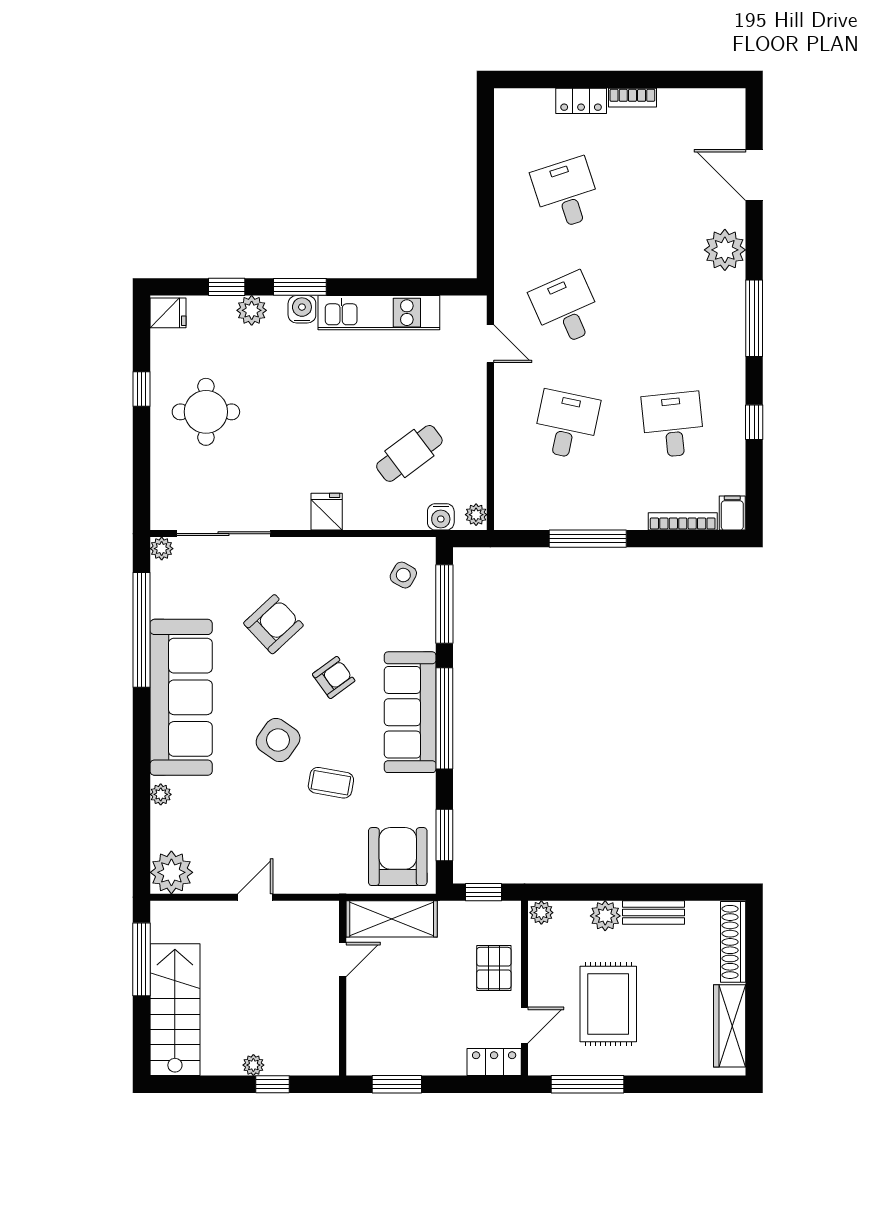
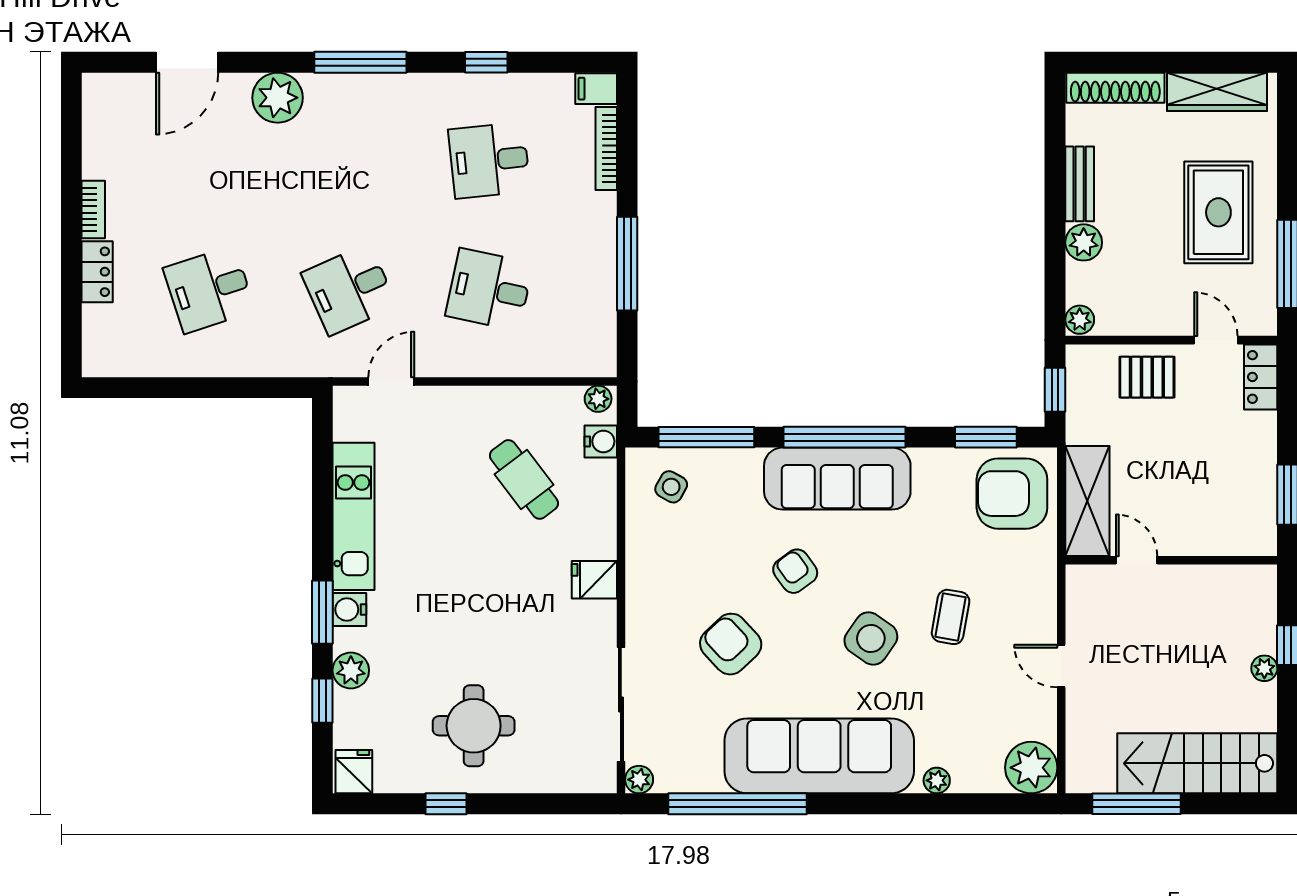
coffee table: (331, 783) -> (951, 617), moved
rug: (608, 1004) -> (1218, 212), moved, turned 90

